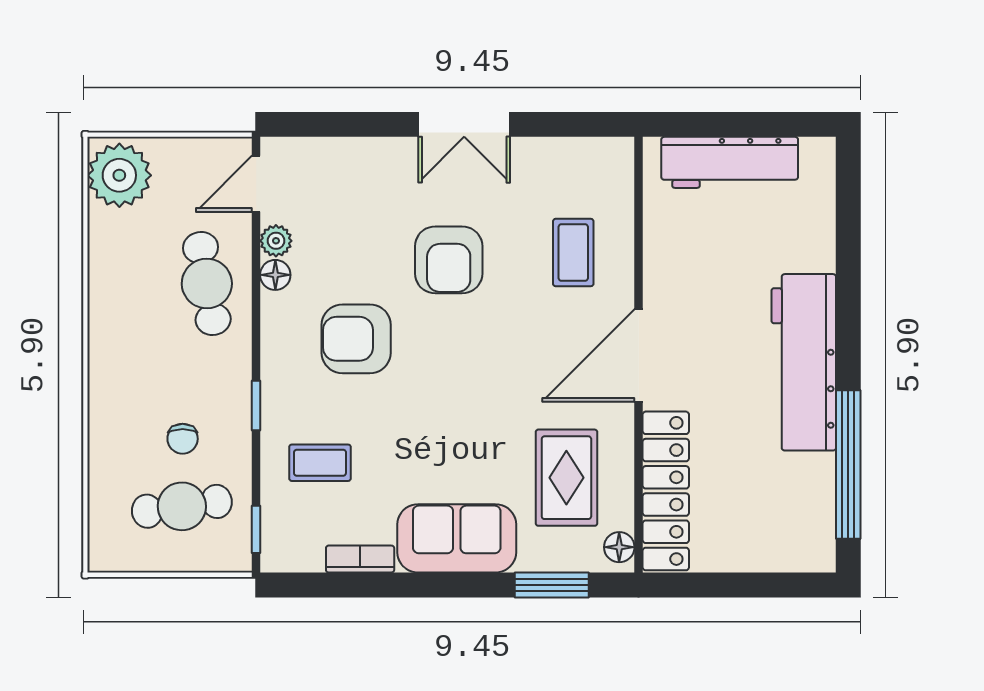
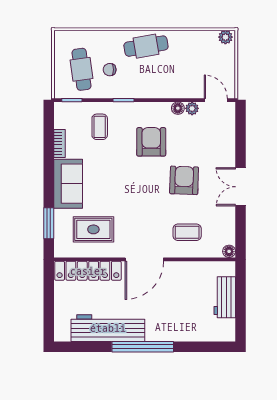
workbench: (730, 162) -> (225, 297), width x0.73
plant: (119, 175) -> (225, 37), width x0.53, depth x0.53
armchair: (449, 260) -> (184, 180), turned 92
cafe table: (207, 284) -> (146, 46), moved
door: (639, 356) -> (144, 259), swing flipped
workbench: (804, 362) -> (108, 328), moved
window: (848, 464) -> (143, 347), moved
floor lamp: (619, 547) -> (229, 251), moved

